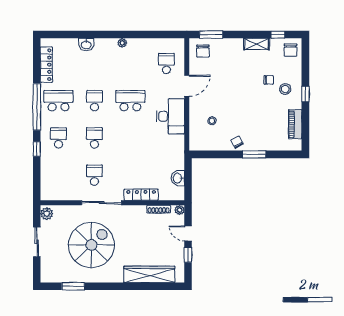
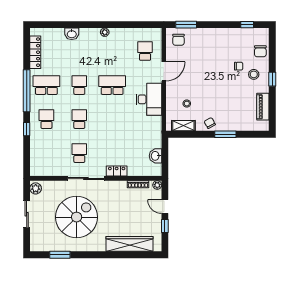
shelving: (256, 44) -> (183, 126), moved
chair: (291, 50) -> (260, 51), moved
locker: (141, 195) -> (117, 171), width x0.66

